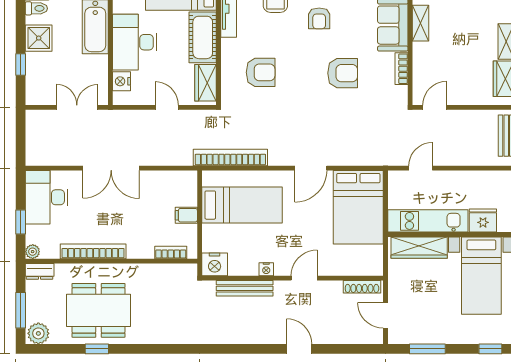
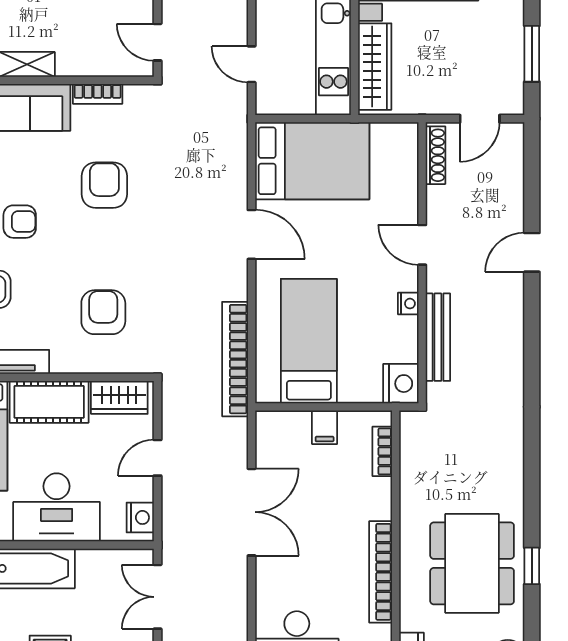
nightstand: (121, 81) -> (140, 517), moved, turned -90
double door: (111, 168) -> (252, 512), moved

